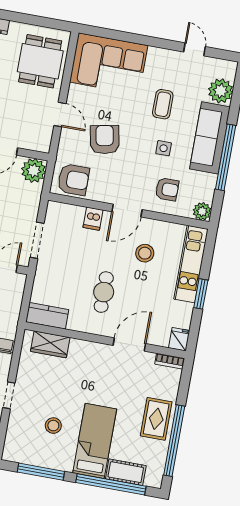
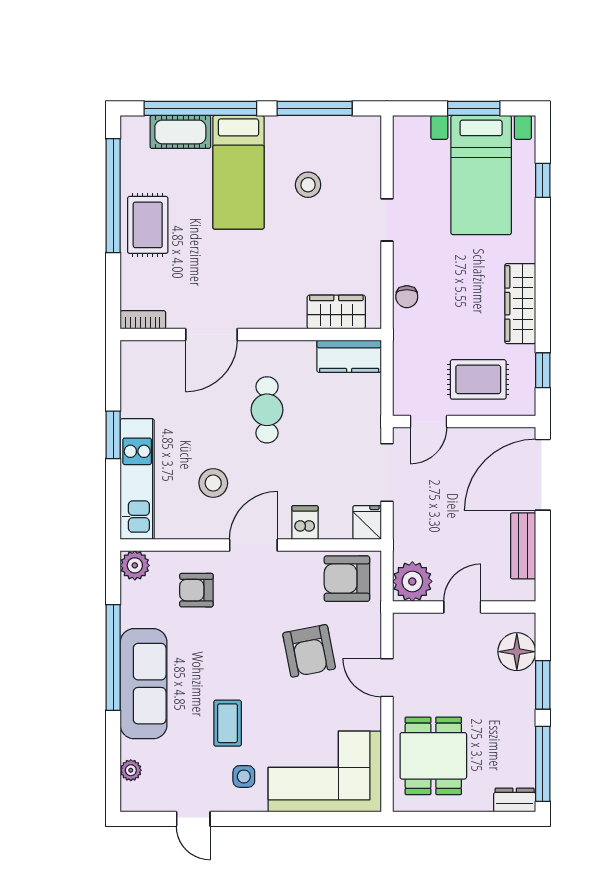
plant: (221, 91) -> (131, 770), width x0.53, depth x0.53
side table: (164, 148) -> (244, 776), moved
fridge: (179, 339) -> (367, 523), moved, turned 180

